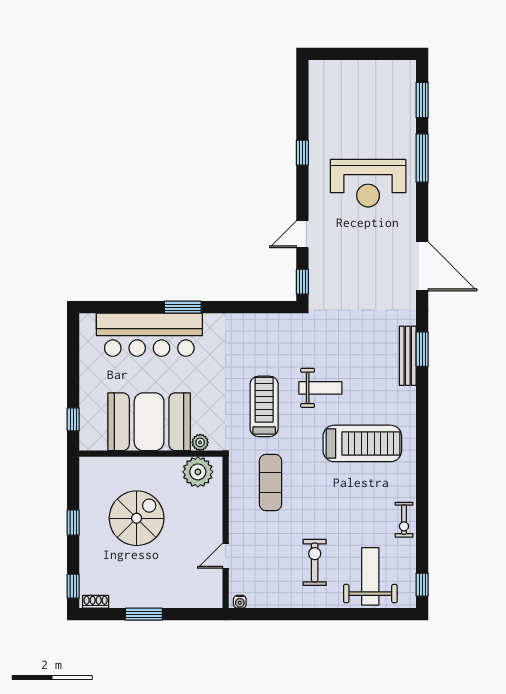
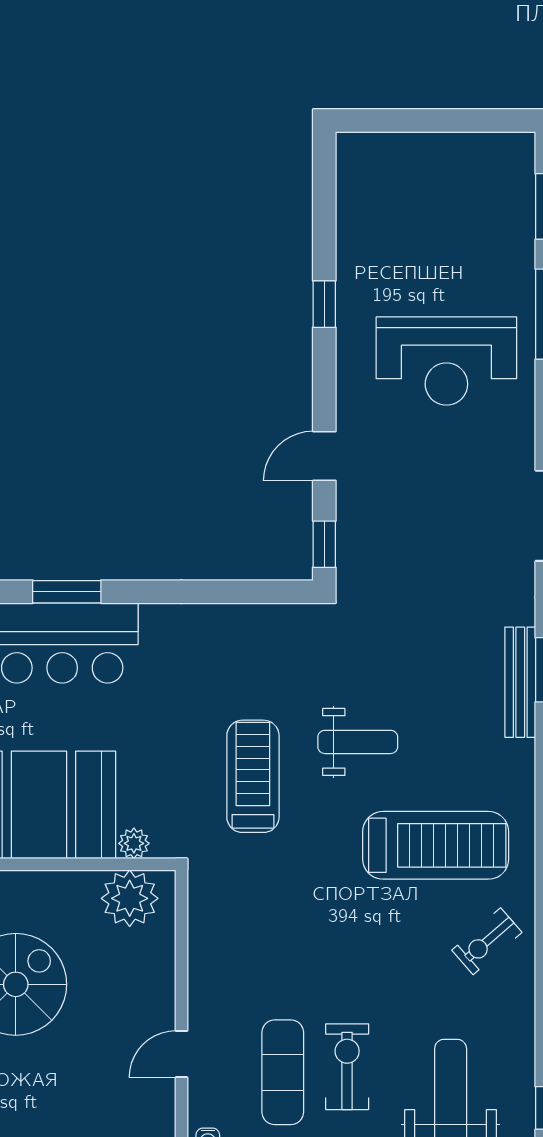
window: (183, 307) -> (67, 592), moved
exercise mat: (271, 482) -> (283, 1072), moved
exercise bike: (404, 520) -> (487, 941), moved, turned 49

